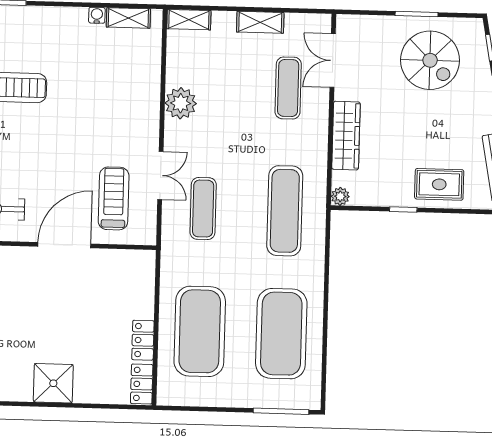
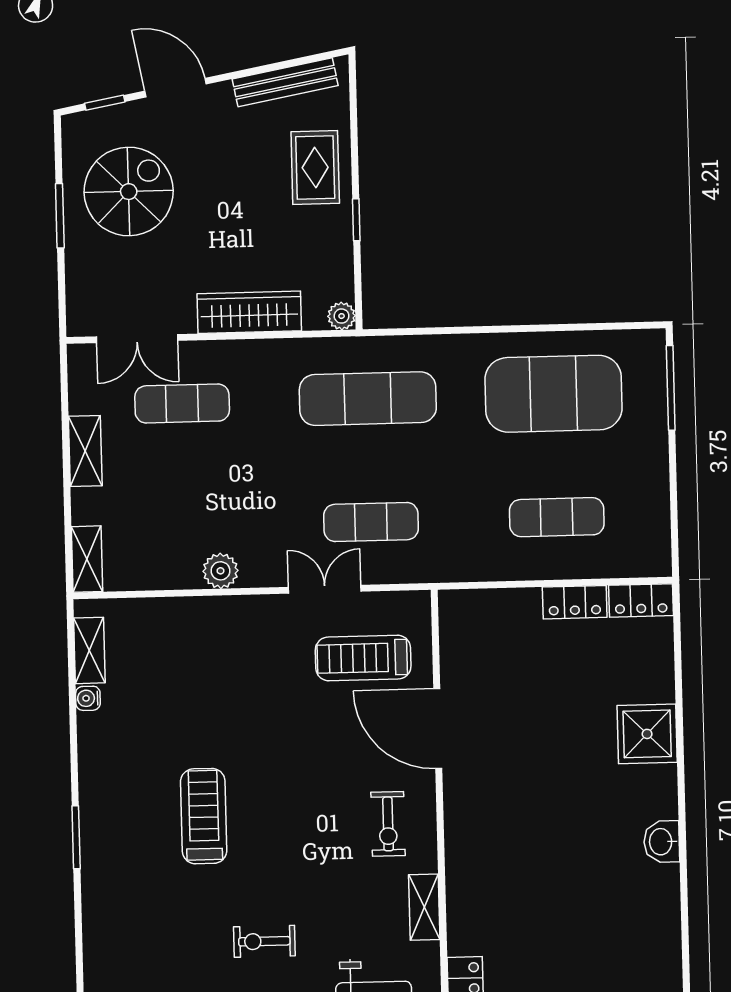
plant: (181, 103) -> (221, 571), width x0.73, depth x0.73
exercise mat: (200, 331) -> (557, 517), width x0.50, depth x0.69

